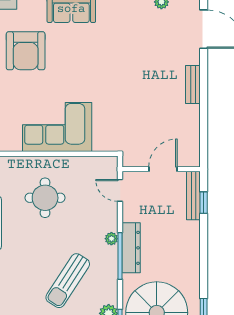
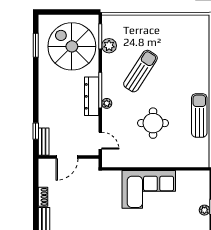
shoe rack: (194, 117) -> (43, 197), added
bench: (193, 196) -> (44, 142), width x0.73
round table: (45, 198) -> (153, 123), moved

